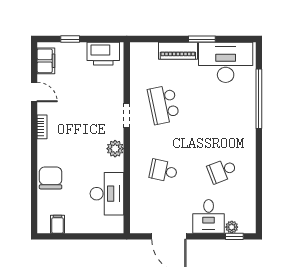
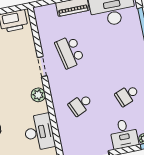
school desk: (164, 171) -> (80, 105), turned -36

